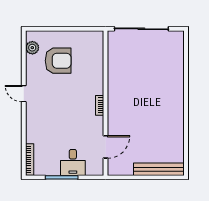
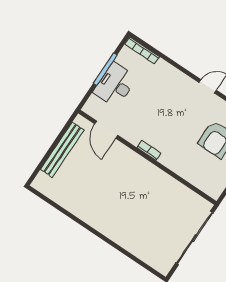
desk: (73, 162) -> (115, 85), width x1.37
bench: (159, 169) -> (62, 150), moved

